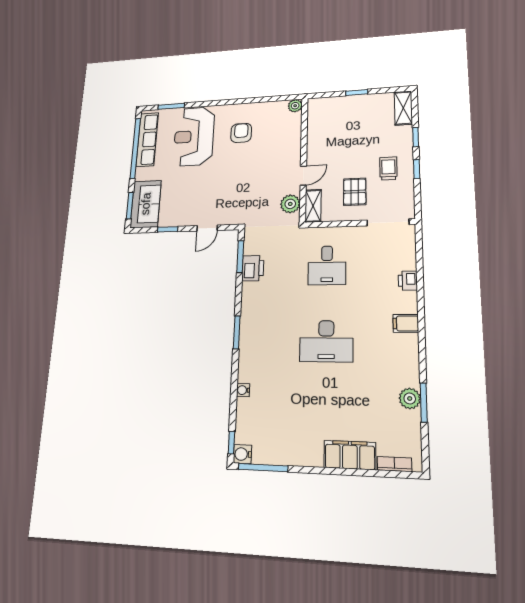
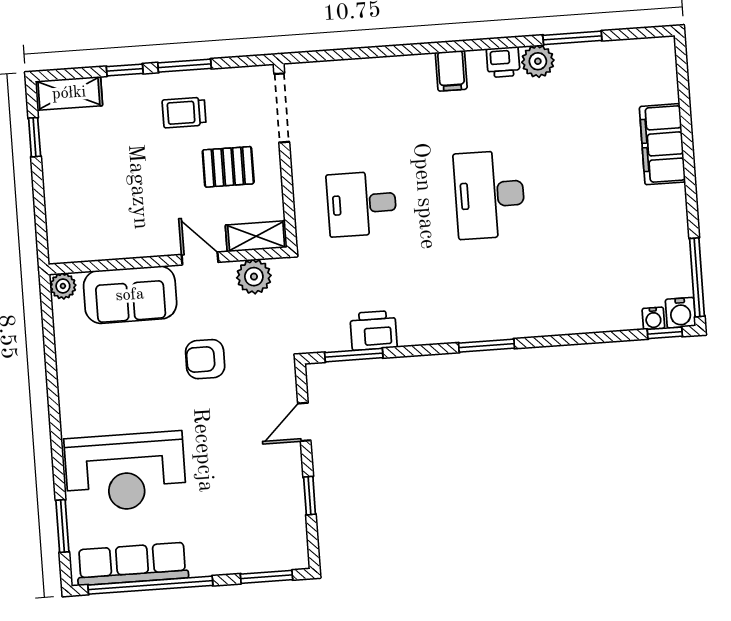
window: (357, 92) -> (35, 137), moved
armchair: (241, 133) -> (205, 359), moved
window: (417, 169) -> (184, 66), width x1.50
sofa: (146, 204) -> (130, 295), moved, turned 180
door: (207, 228) -> (304, 422), swing flipped
desk: (327, 265) -> (362, 204), turned 180
printer: (408, 281) -> (503, 62), moved
desk: (326, 341) -> (490, 195), turned 180
water cooler: (243, 390) -> (653, 318), moved
plant: (410, 398) -> (538, 61), moved
bookcase: (394, 464) -> (668, 77), removed

